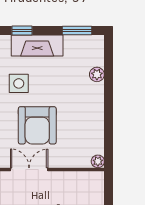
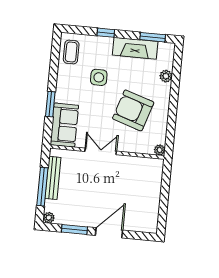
fireplace: (37, 45) -> (135, 48), moved
armchair: (37, 125) -> (133, 110), moved, turned 108

